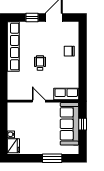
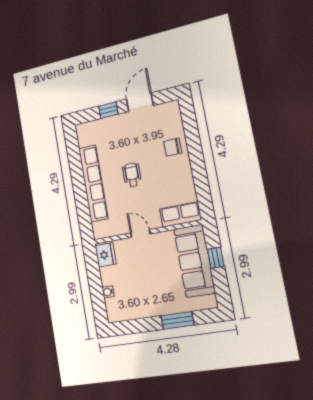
row of seats: (13, 46) -> (93, 183), moved
fridge: (13, 146) -> (106, 255), moved

